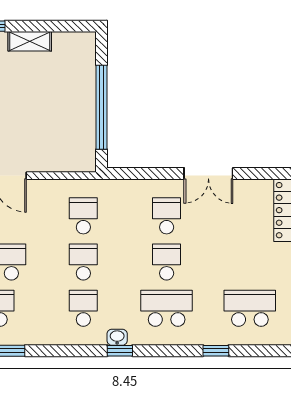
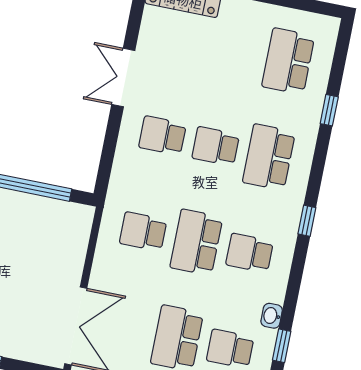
double door: (208, 173) -> (123, 78), swing flipped
school desk: (83, 262) -> (196, 242), width x1.85
washbasin: (117, 337) -> (272, 316), moved

